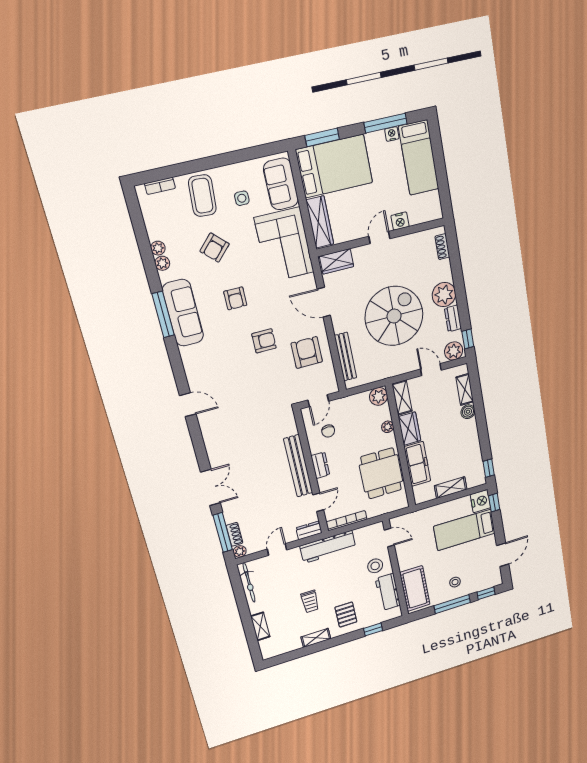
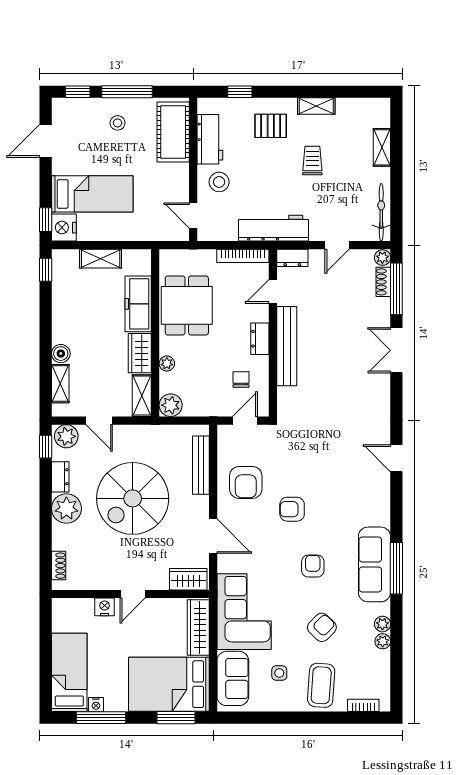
pallet: (346, 615) -> (271, 126), turned 90

